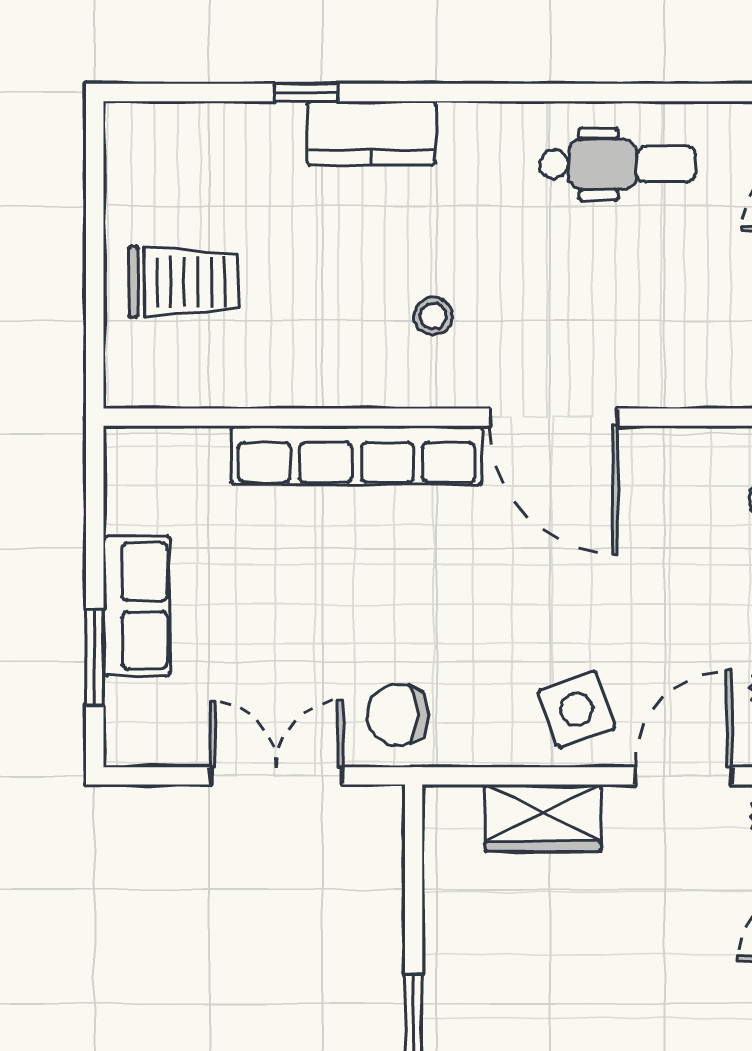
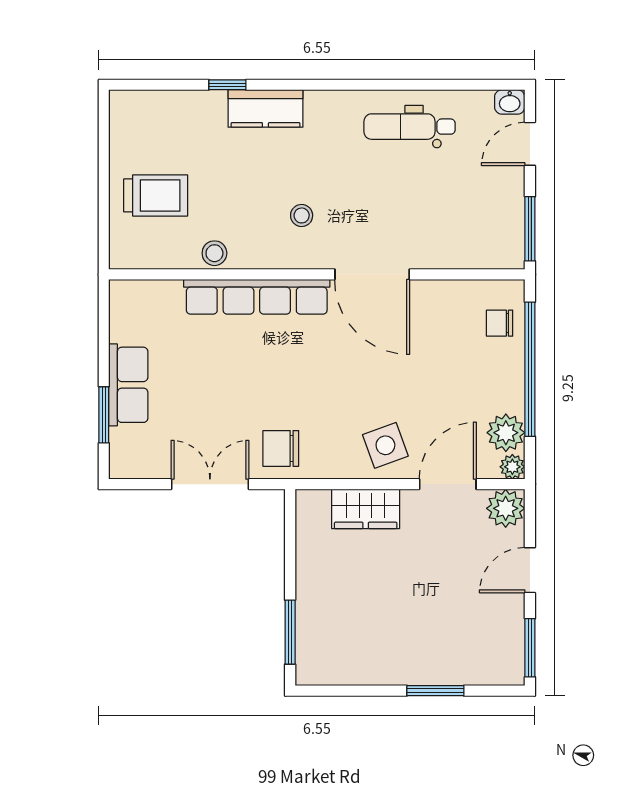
dental chair: (618, 164) -> (410, 127), turned 180
stool: (284, 381) -> (214, 253), added

